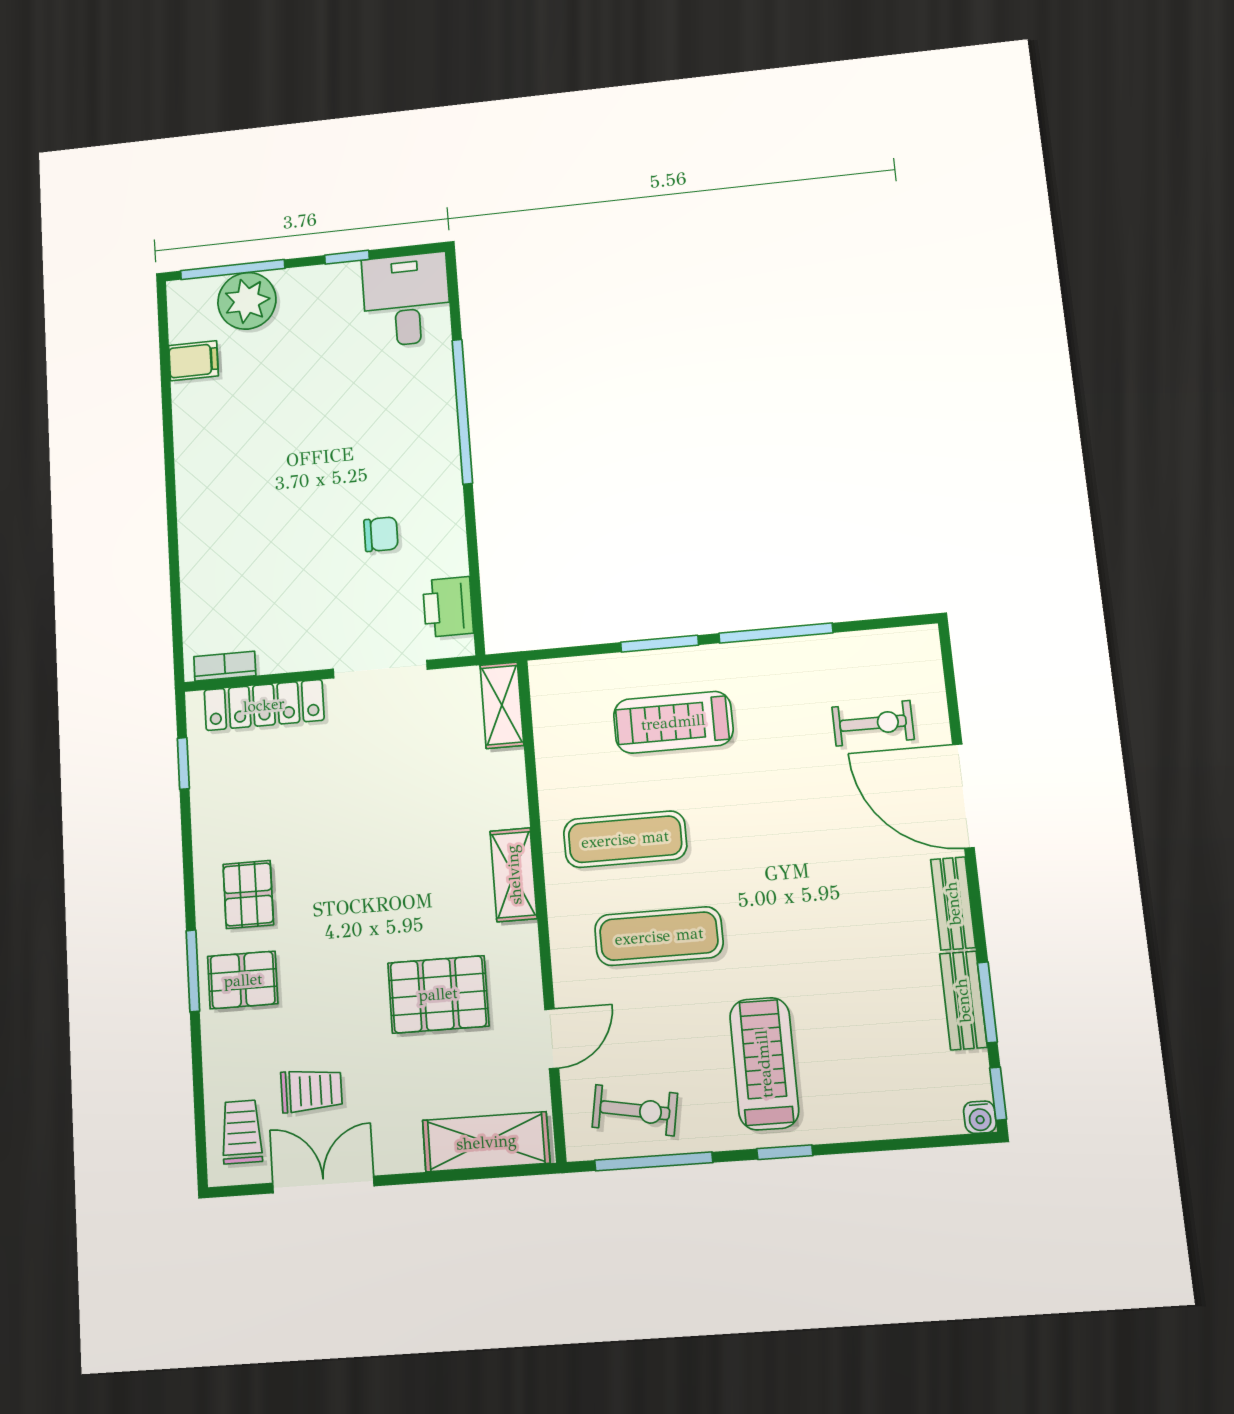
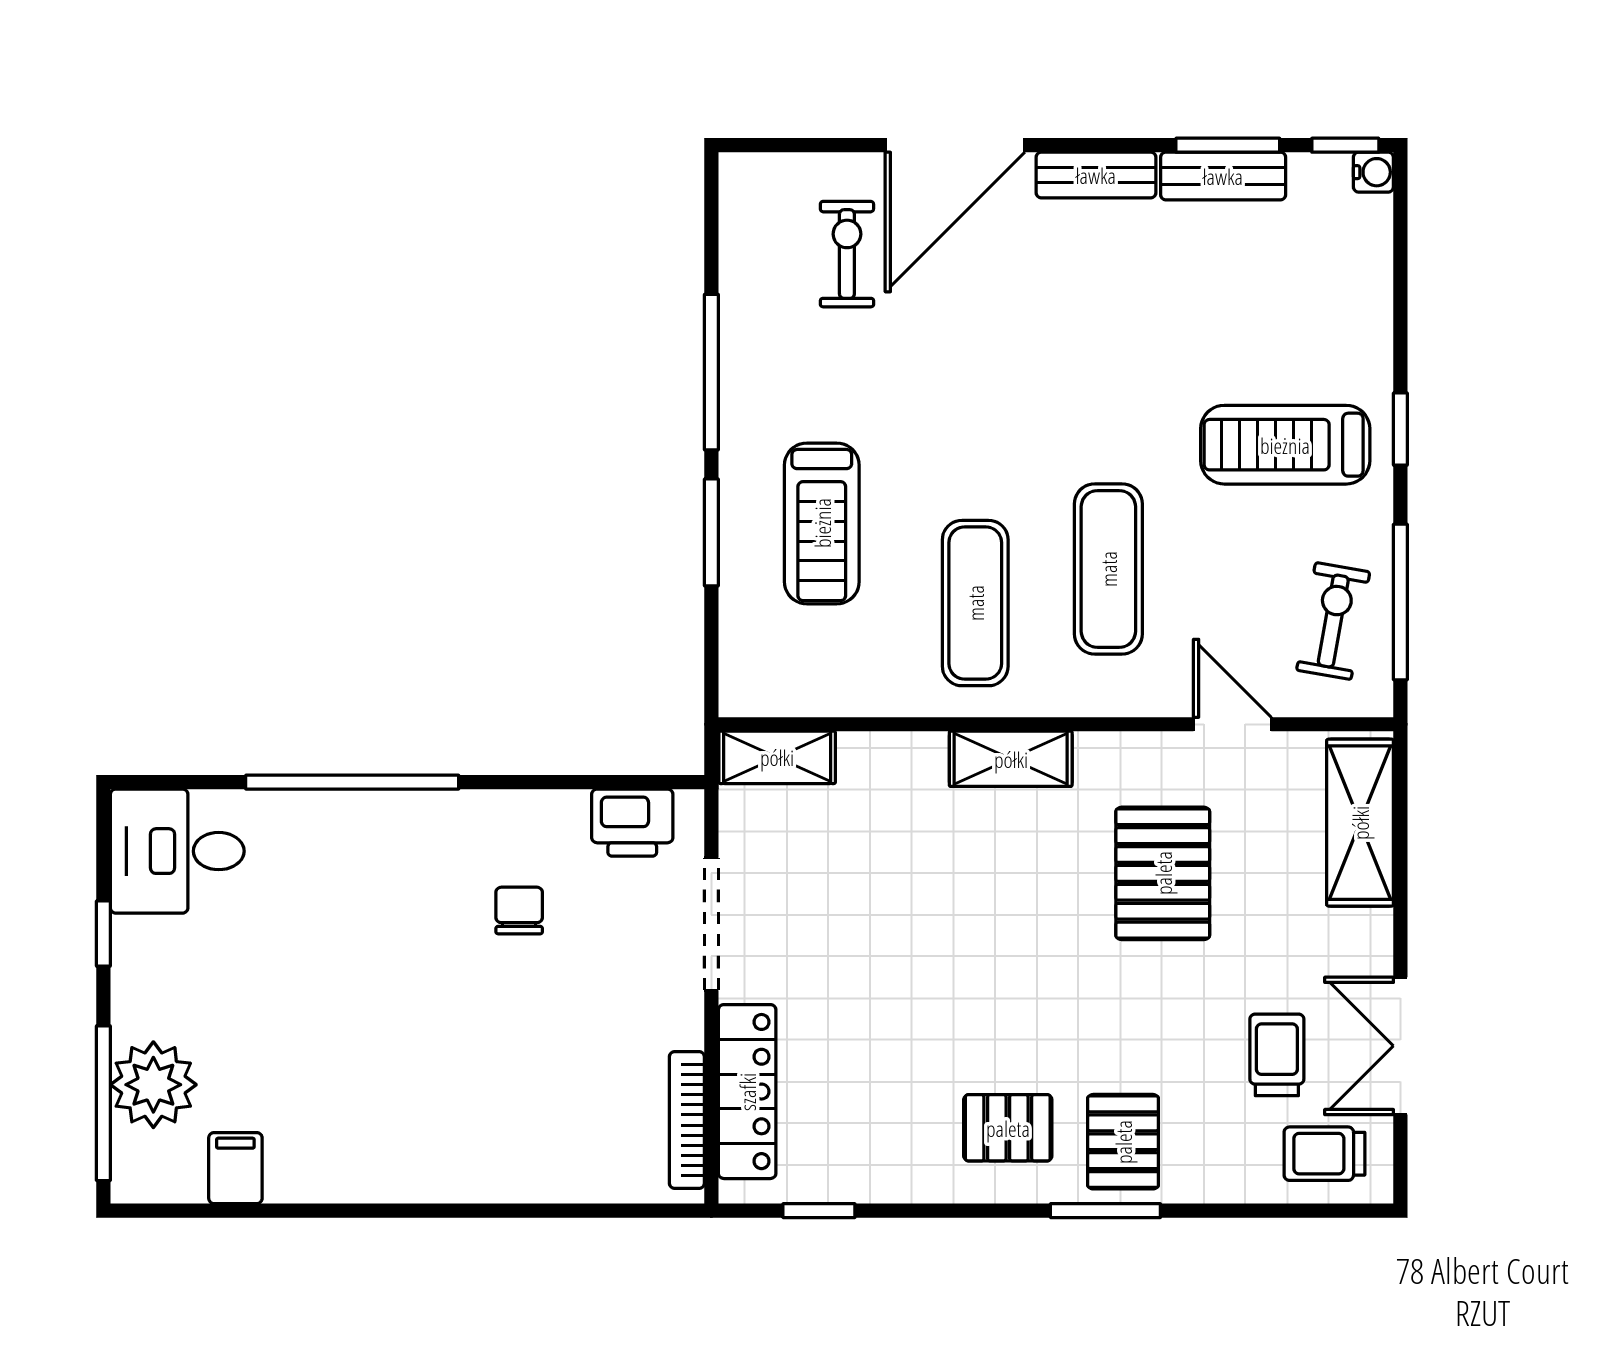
bookcase: (225, 666) -> (687, 1120), width x1.56

